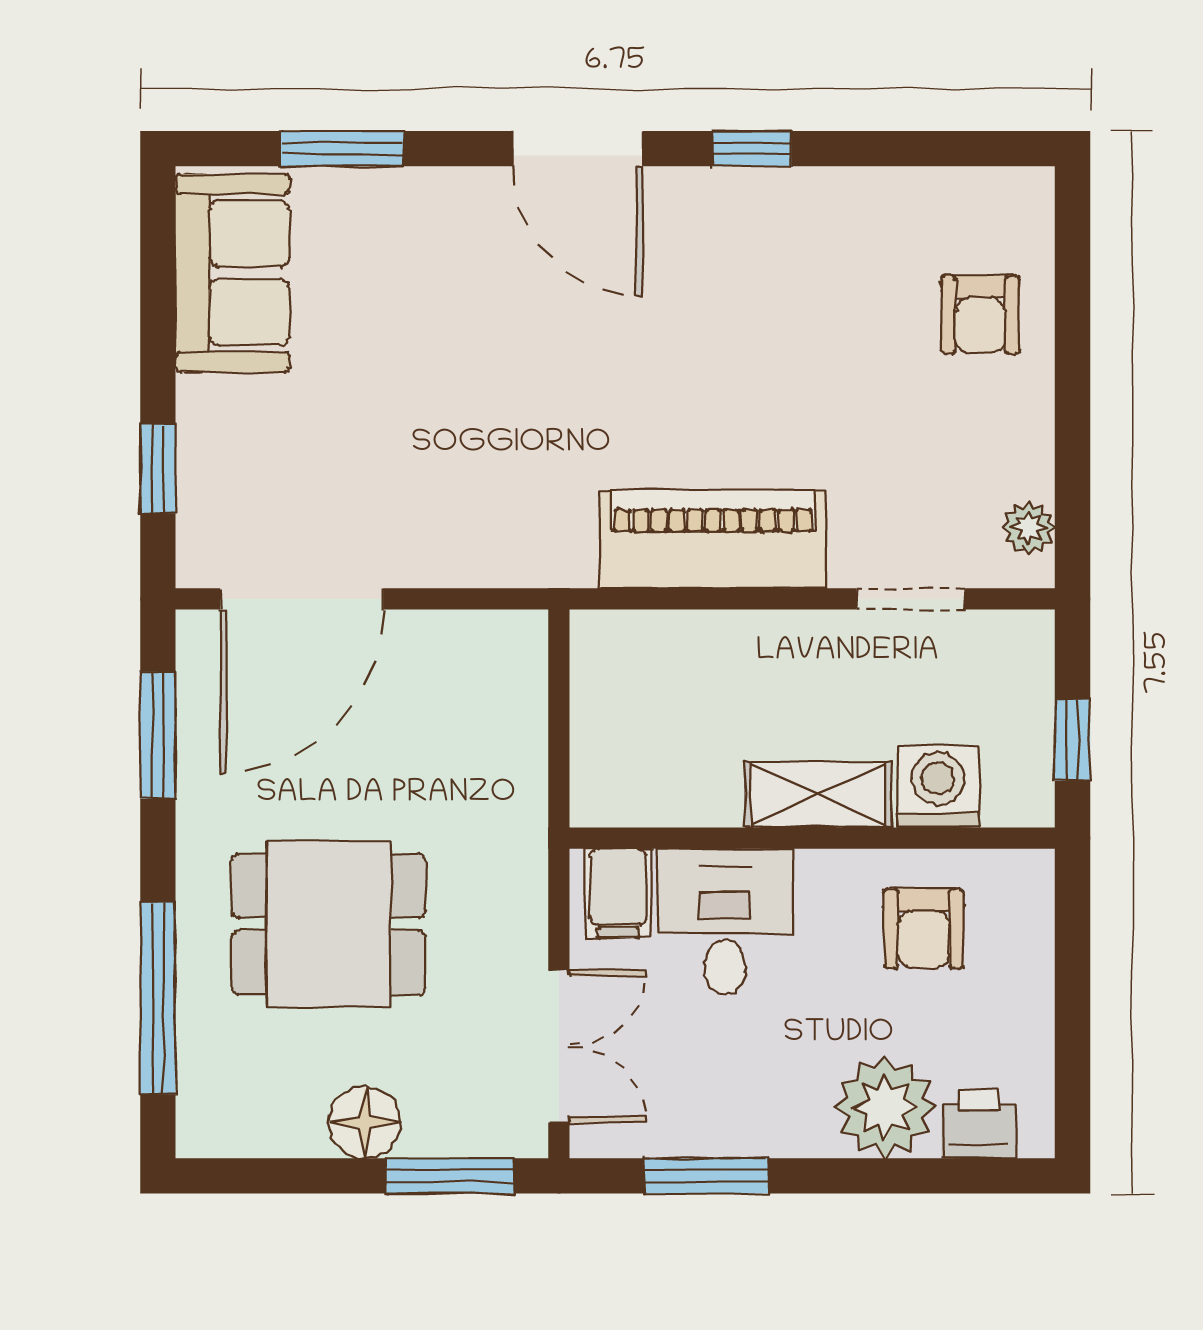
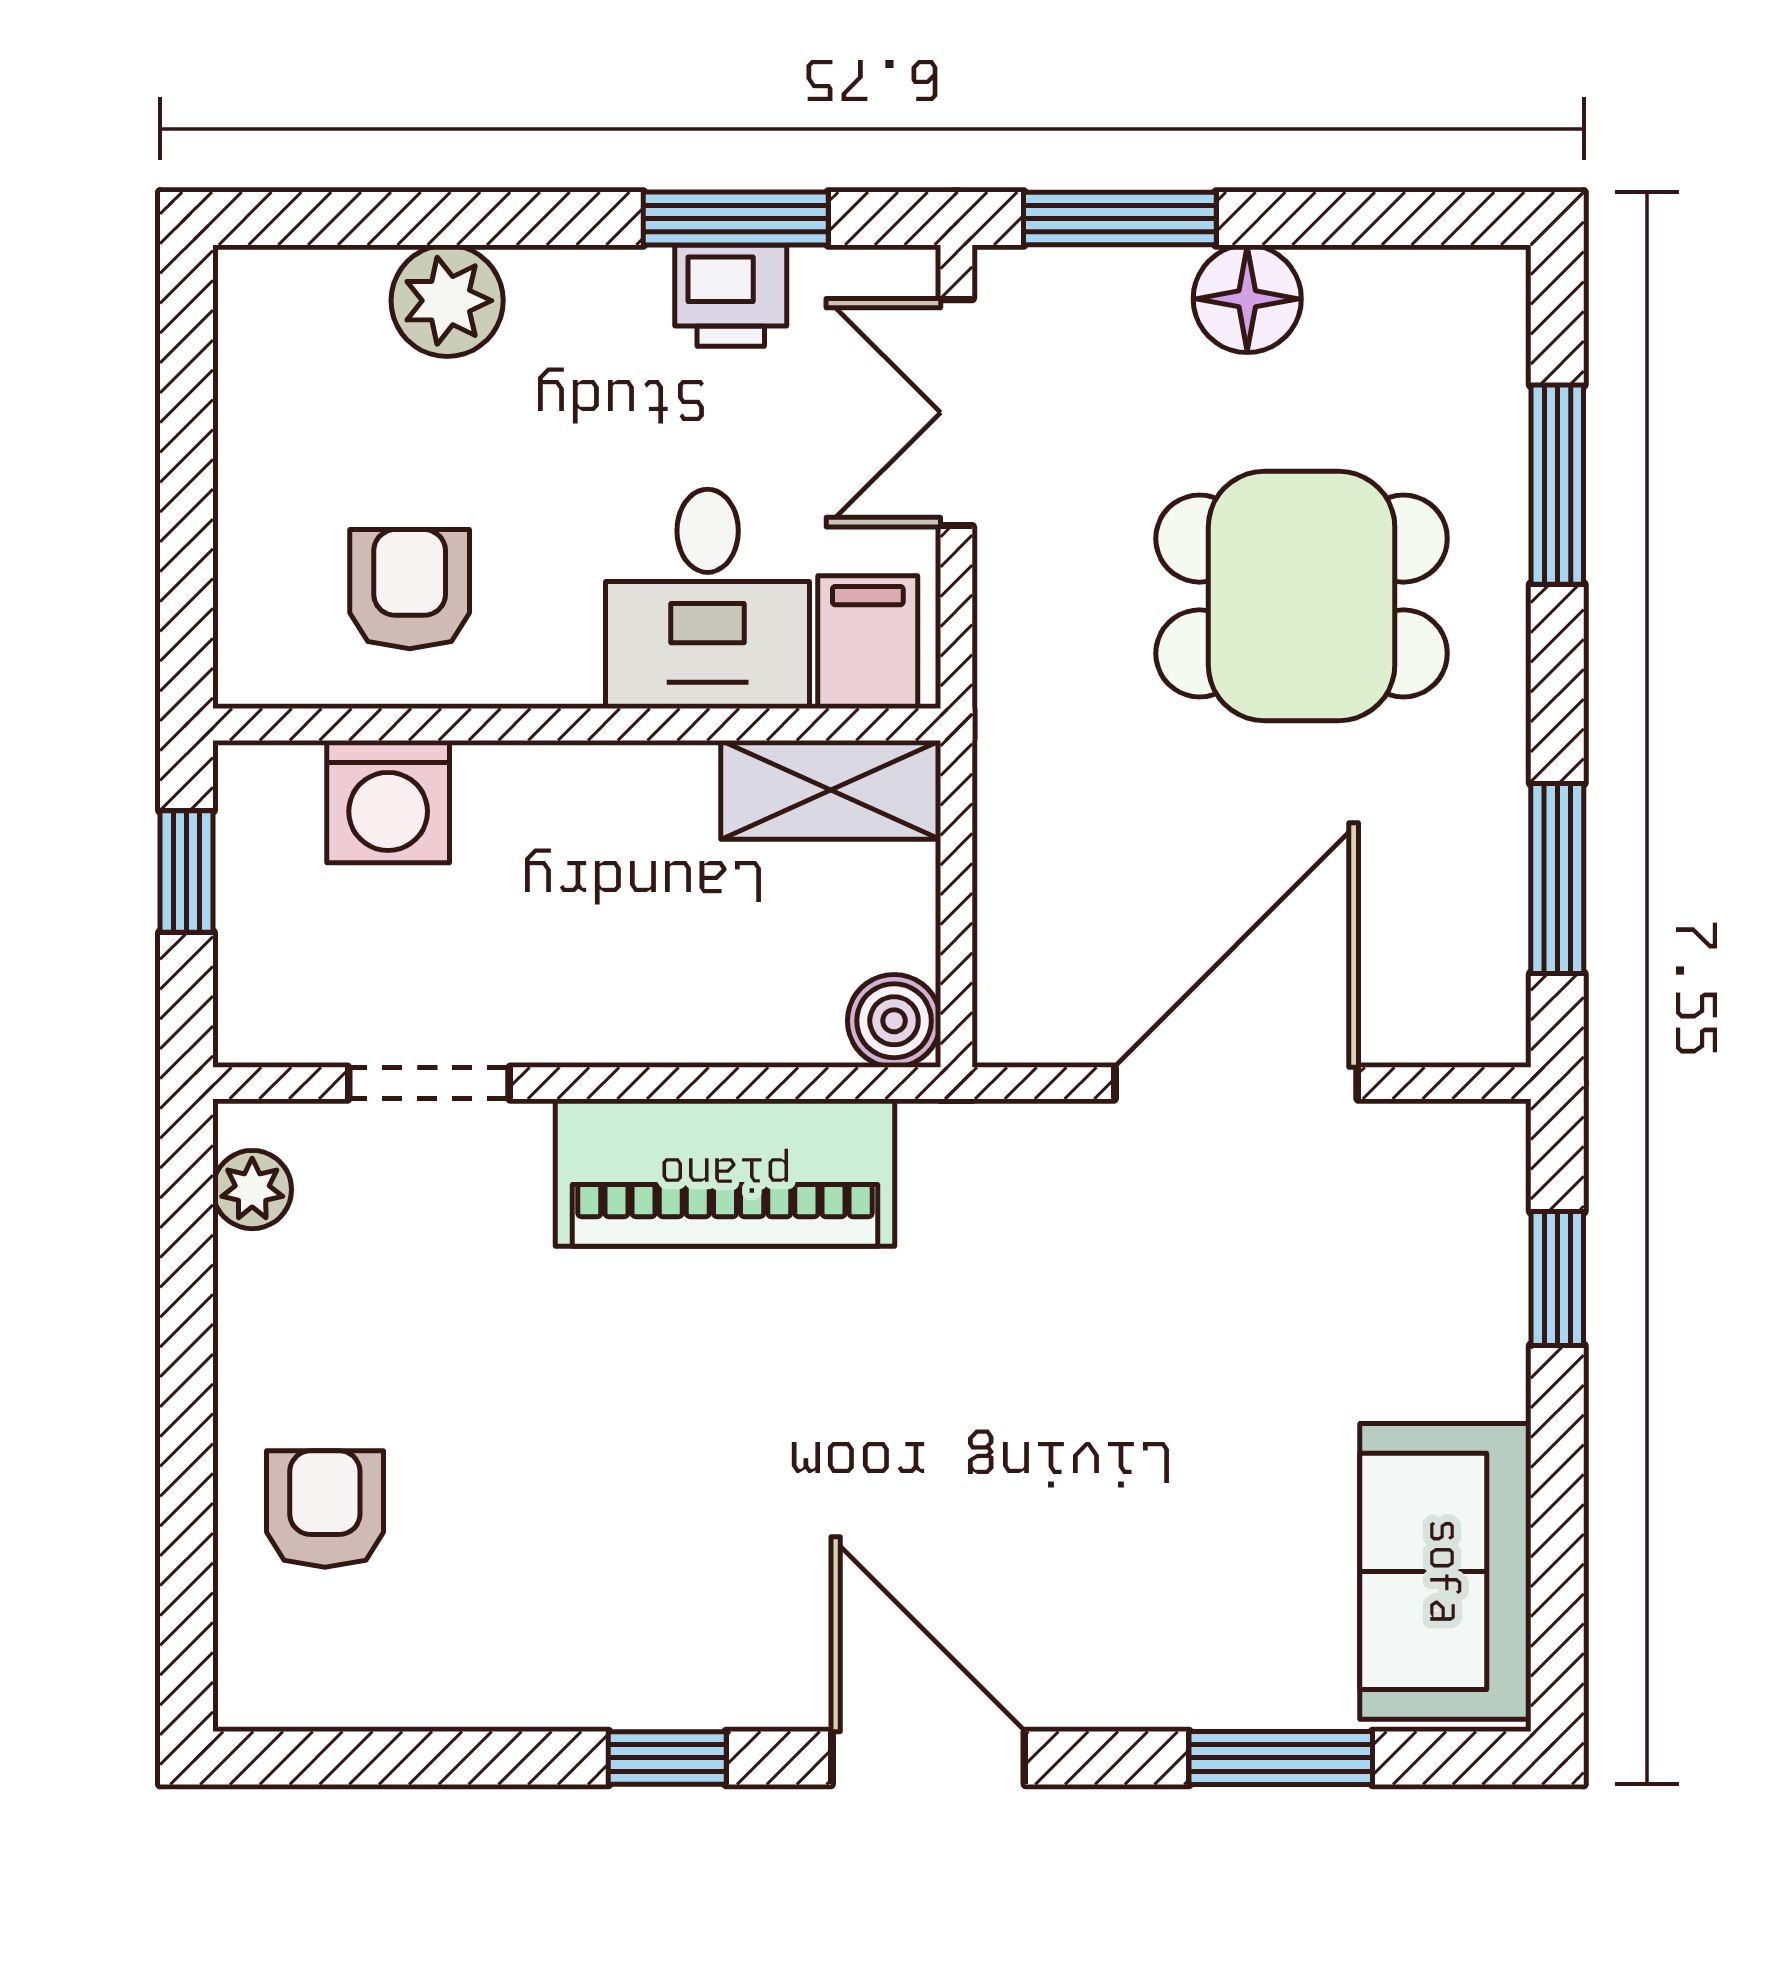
door: (302, 599) -> (1236, 1083), moved
boiler: (601, 640) -> (894, 1021), added
shelving: (818, 795) -> (831, 790), moved
window: (158, 998) -> (1557, 485), width x0.69
plant: (885, 1107) -> (447, 301), width x0.73, depth x0.73
printer: (979, 1124) -> (731, 296), moved

